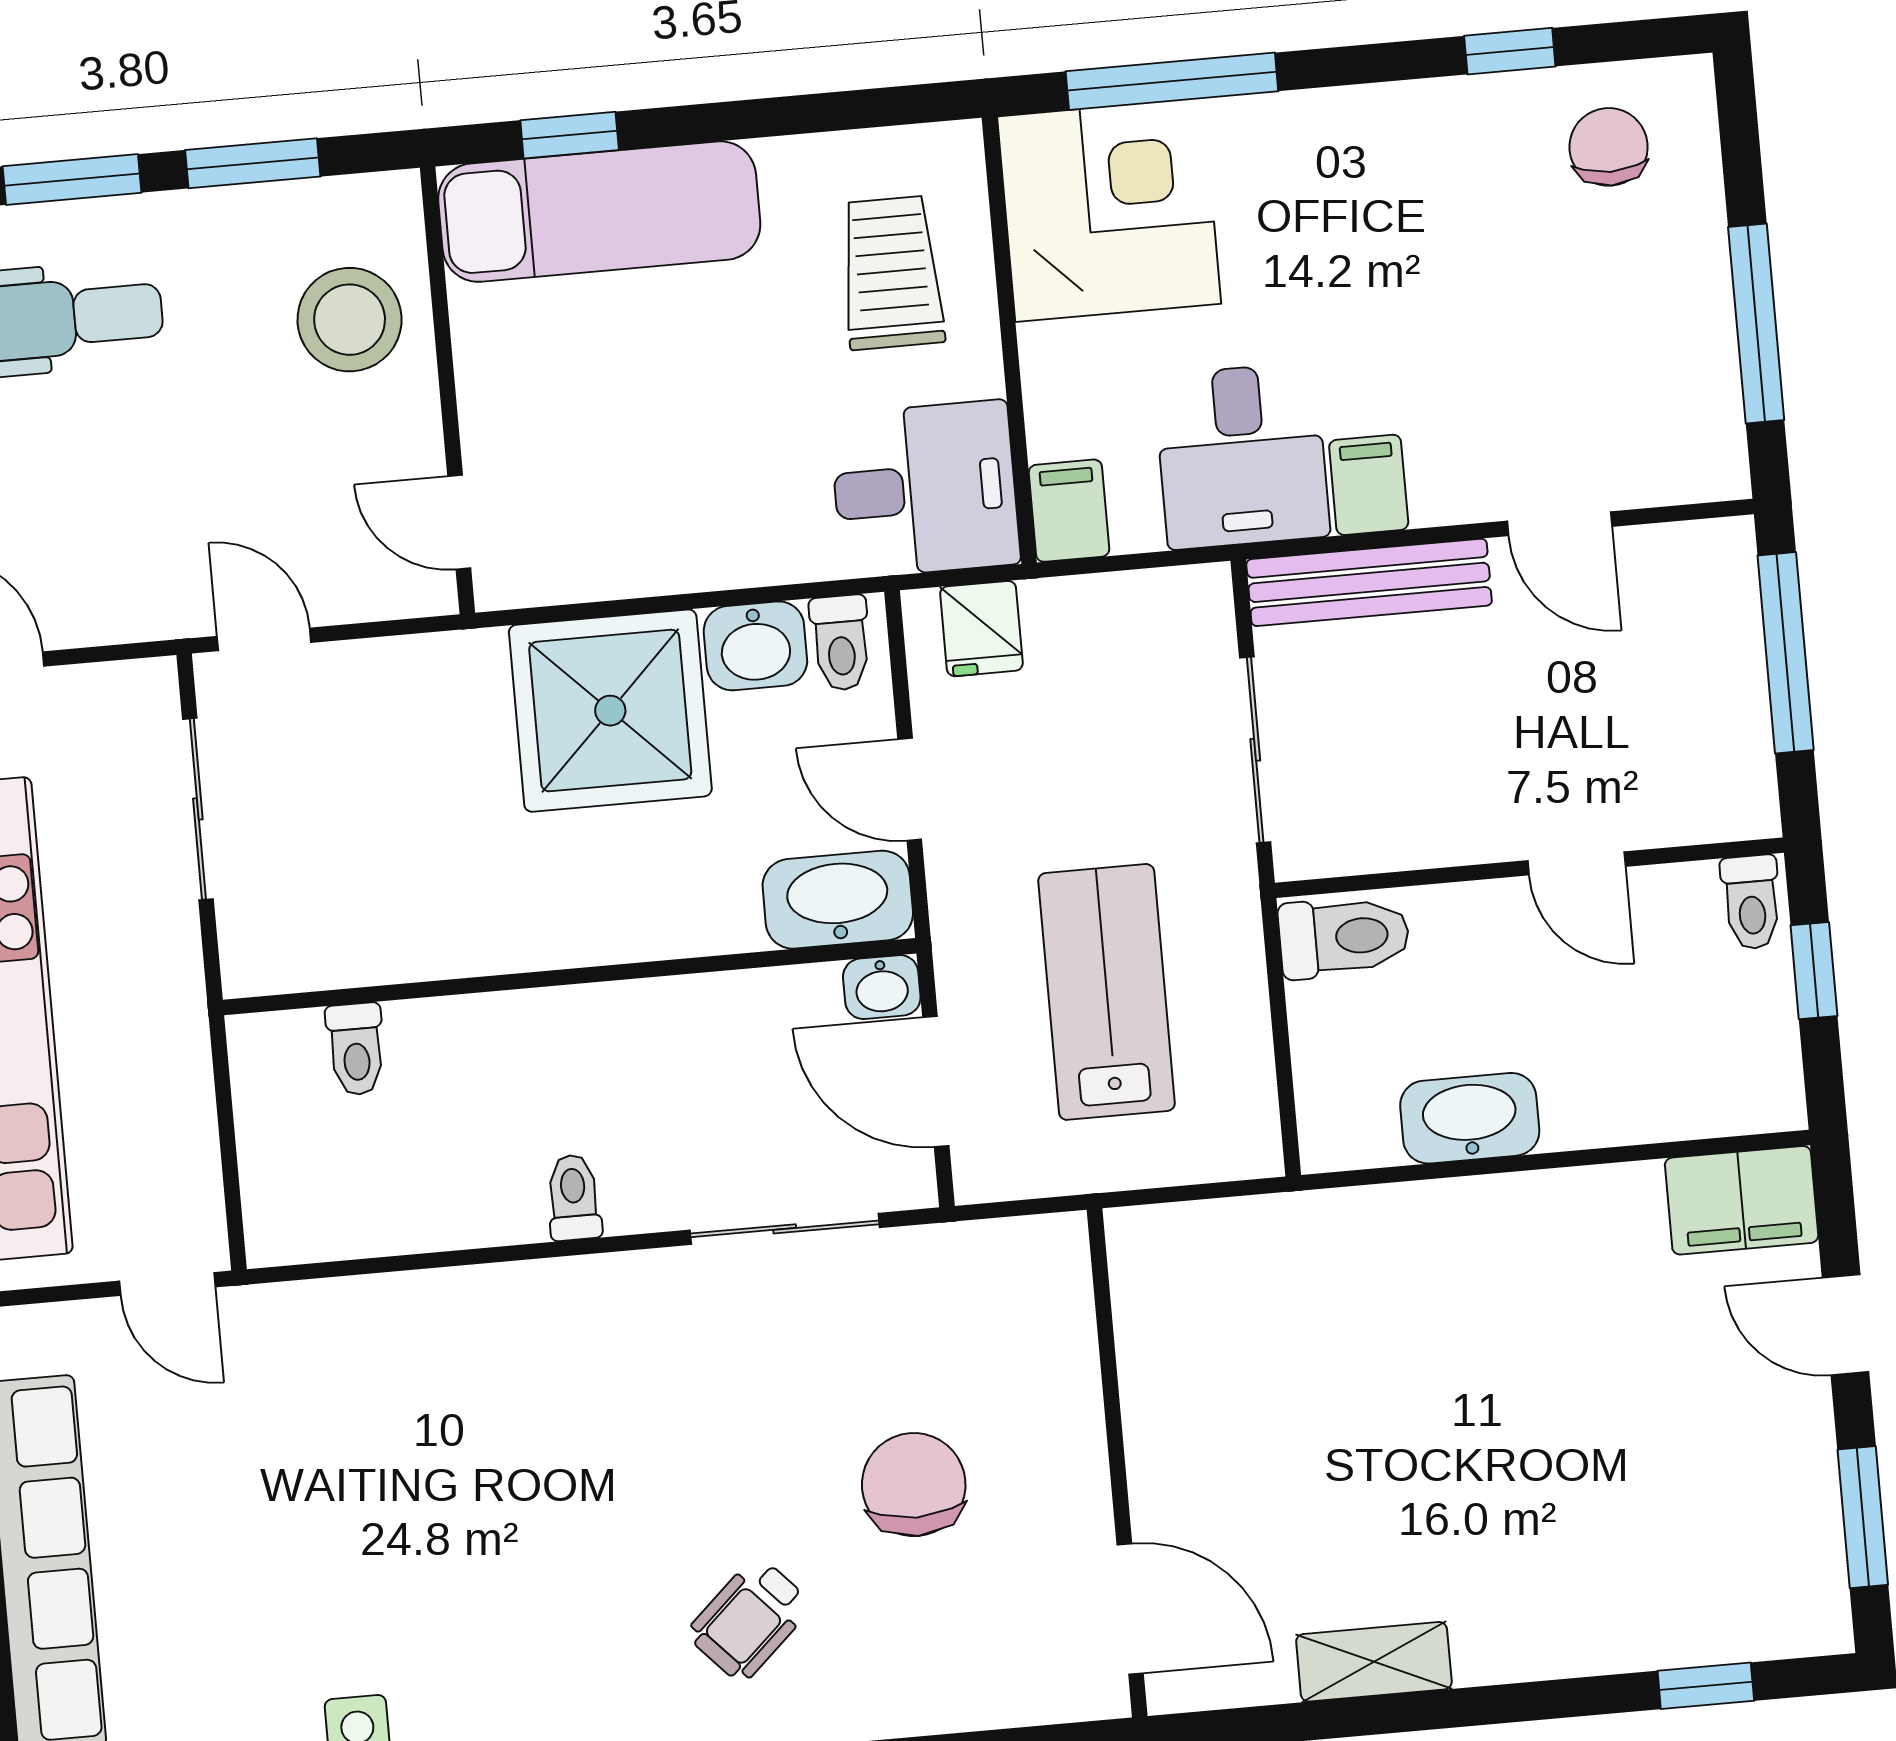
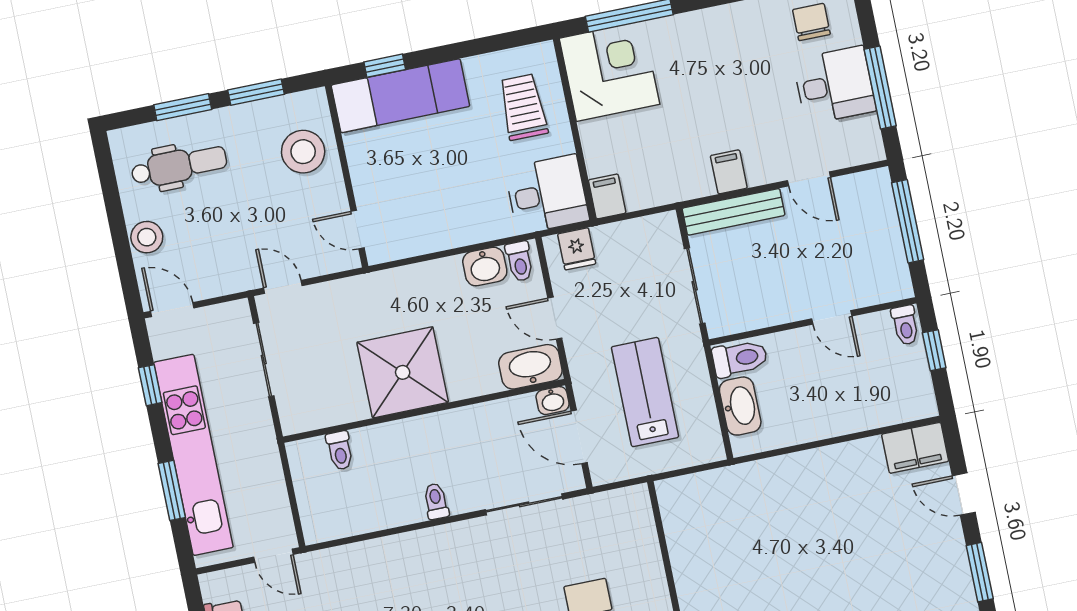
desk: (1242, 456) -> (834, 85), moved, turned -90
shower: (610, 711) -> (403, 372), moved
washbasin: (1470, 1118) -> (740, 406), moved, turned 90

